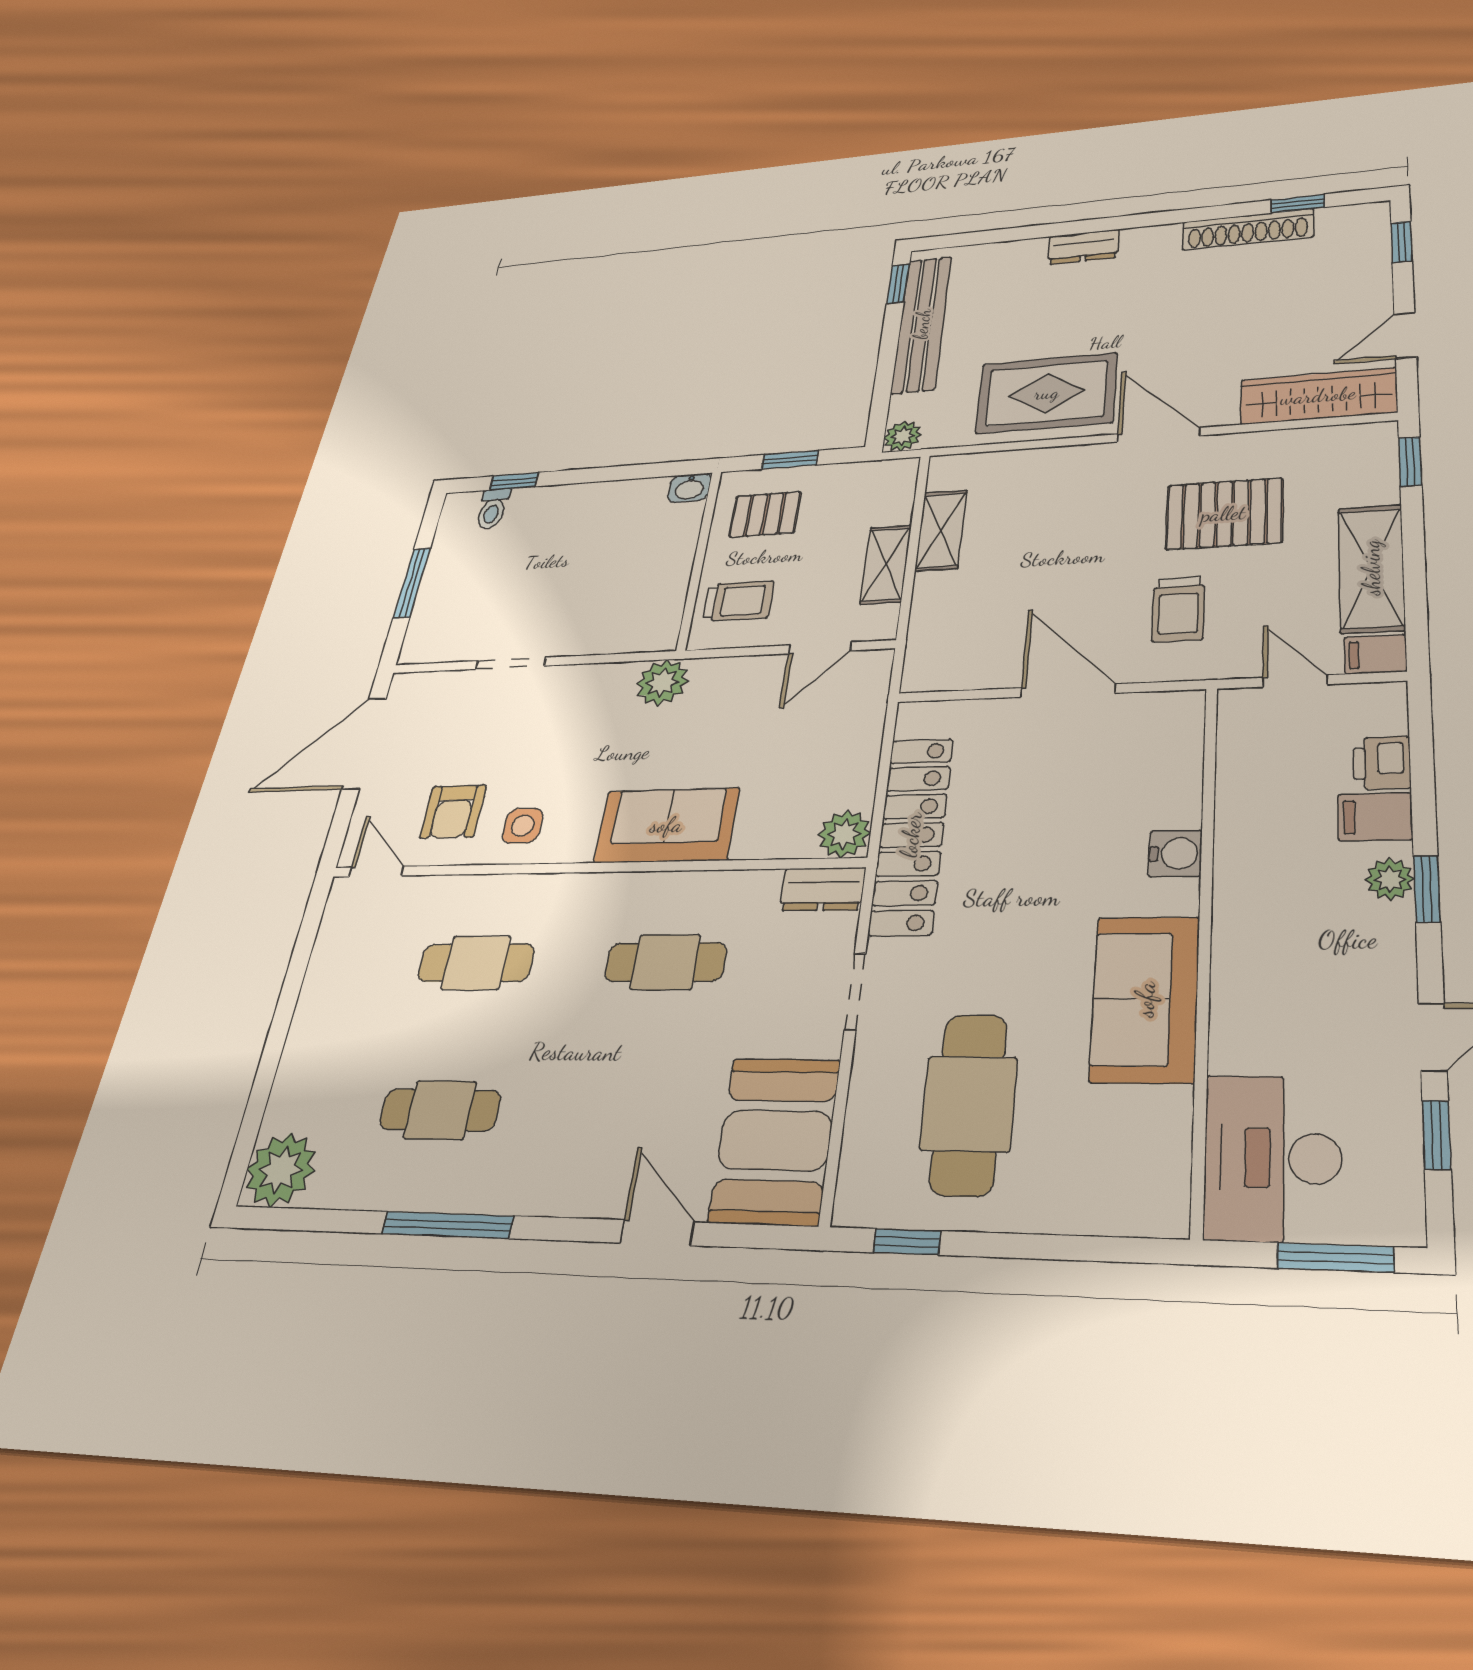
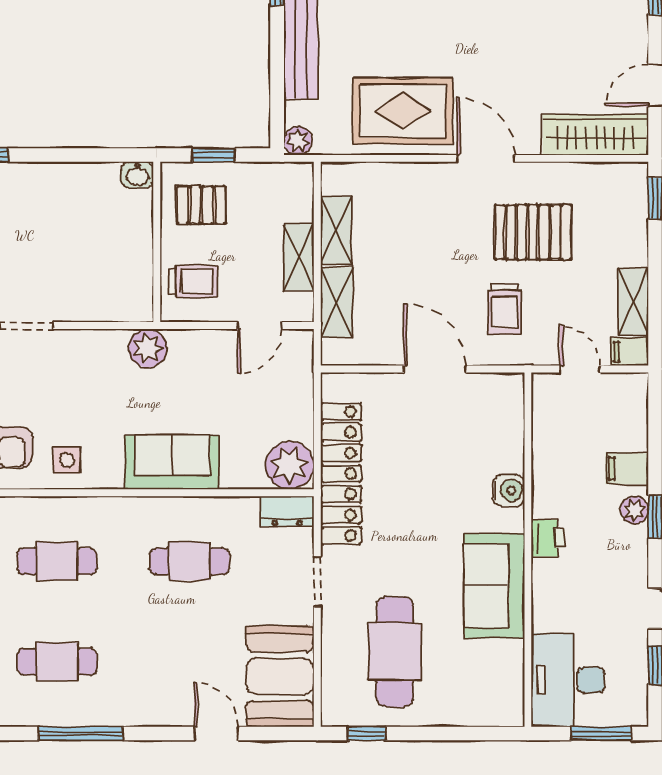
shelving: (1371, 568) -> (633, 301), width x0.67, depth x0.75
shelving: (931, 615) -> (336, 303), added
printer: (1382, 763) -> (548, 538), moved, turned 180
plant: (844, 834) -> (290, 465), width x1.36, depth x1.36

